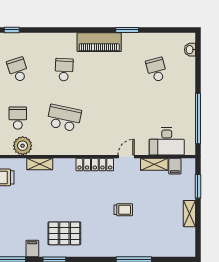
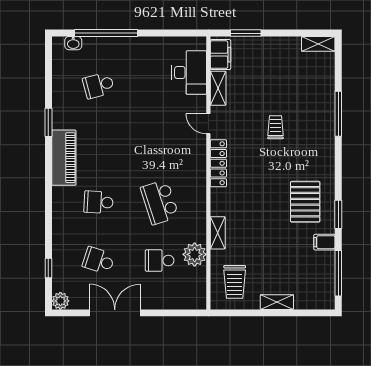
school desk: (18, 70) -> (99, 260), turned 36
school desk: (64, 118) -> (160, 202), turned -30
window: (198, 118) -> (106, 33), moved
filing cabinet: (175, 166) -> (220, 55), width x2.00
shelving: (189, 214) -> (318, 44), moved

